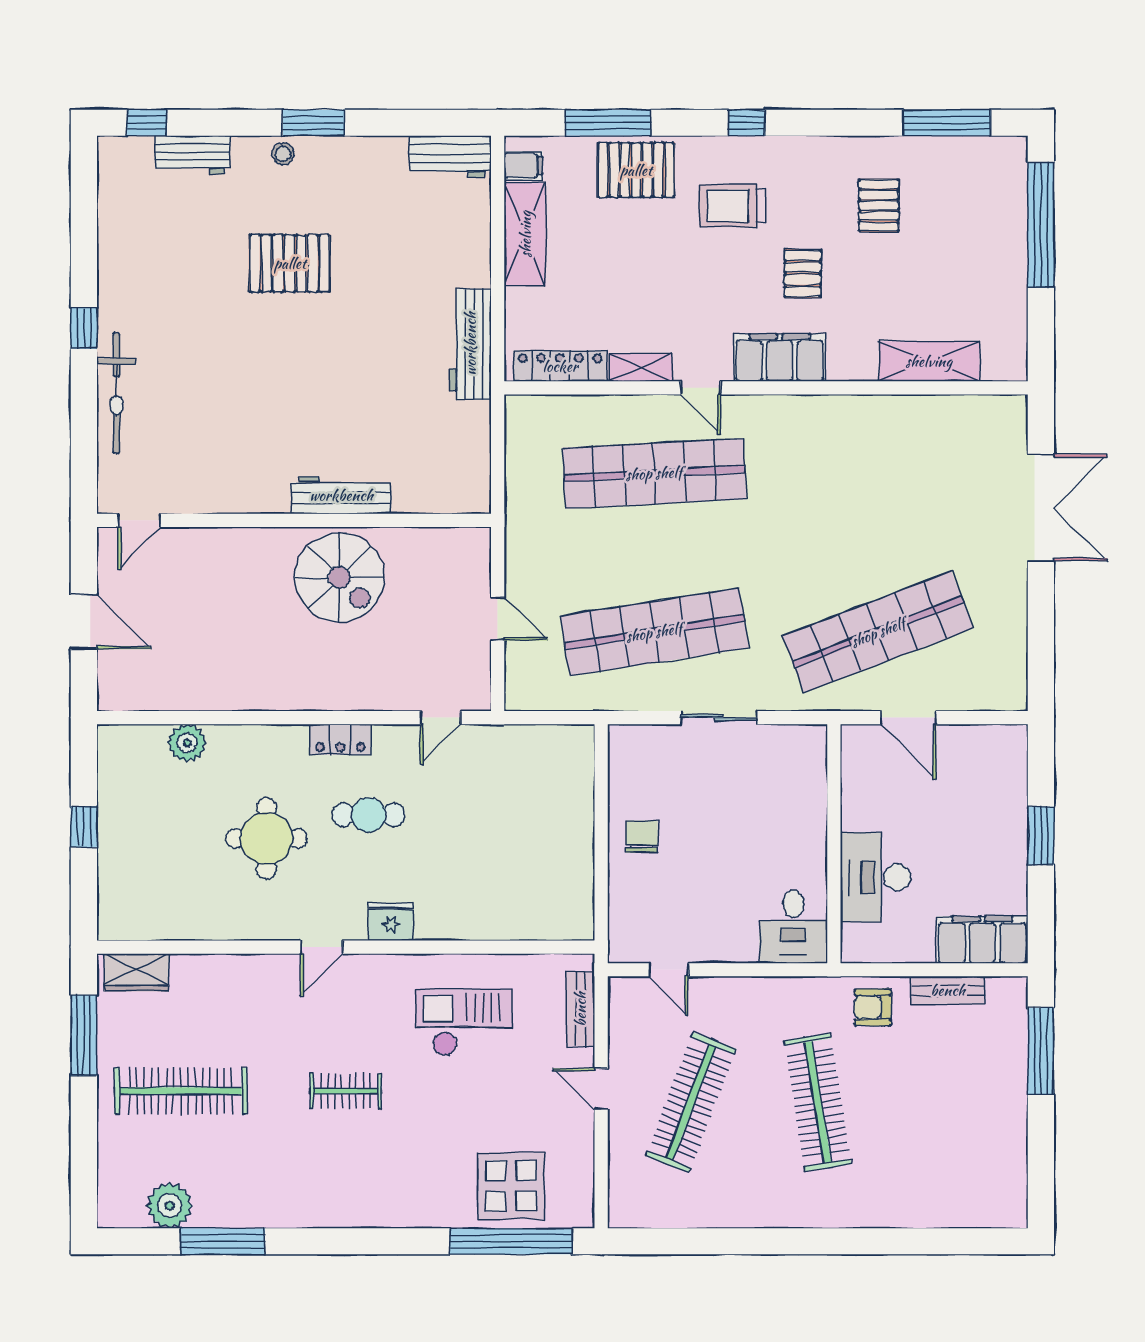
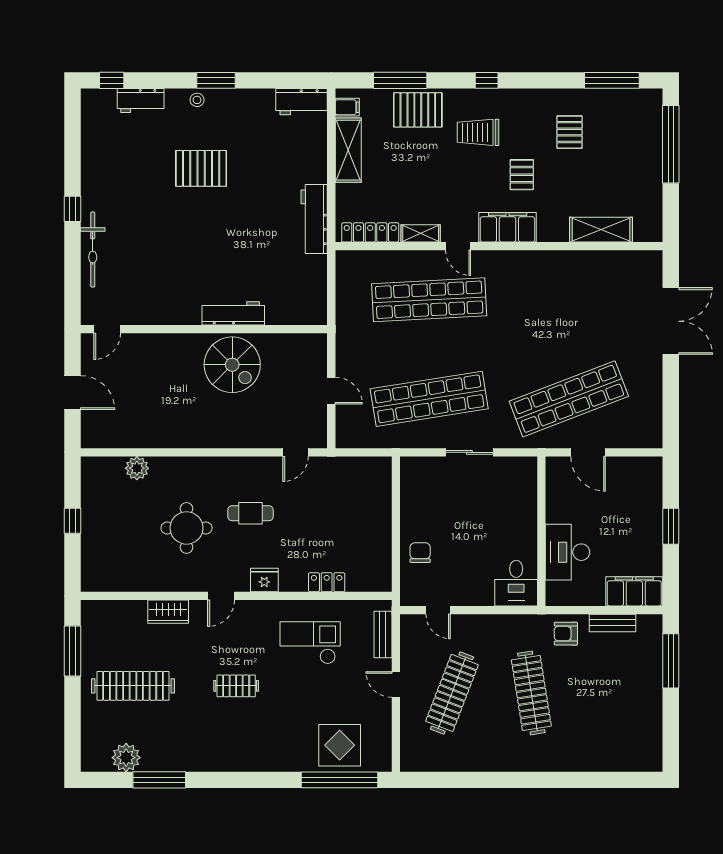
locker: (340, 739) -> (327, 582), moved, turned 180
chair: (642, 837) -> (420, 553), moved
wardrobe: (137, 972) -> (168, 612), moved

